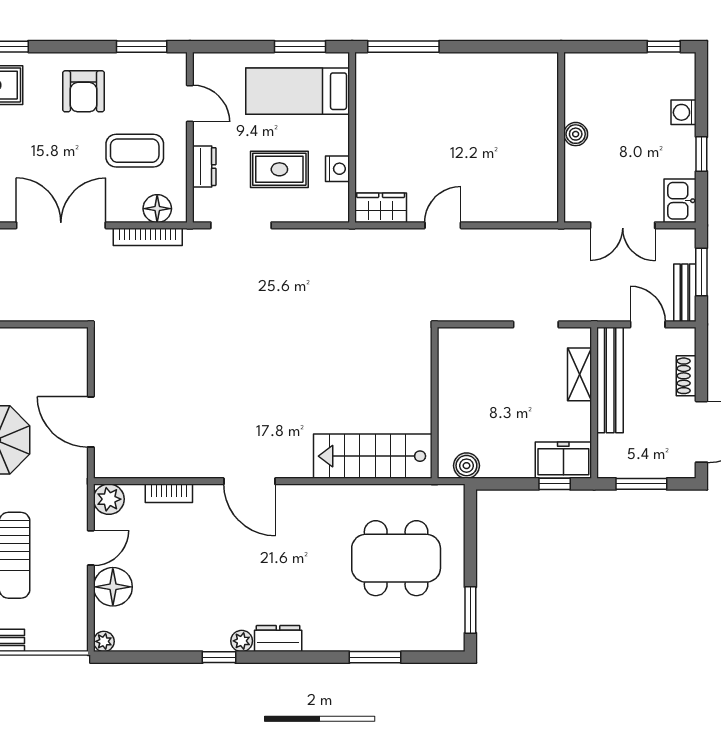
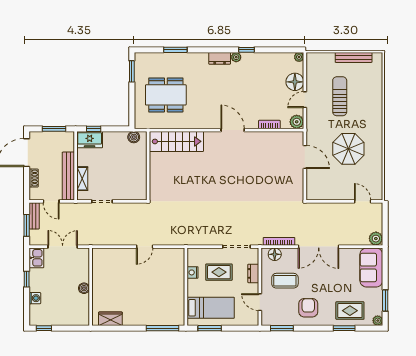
wardrobe: (381, 208) -> (110, 319), moved, turned 180

